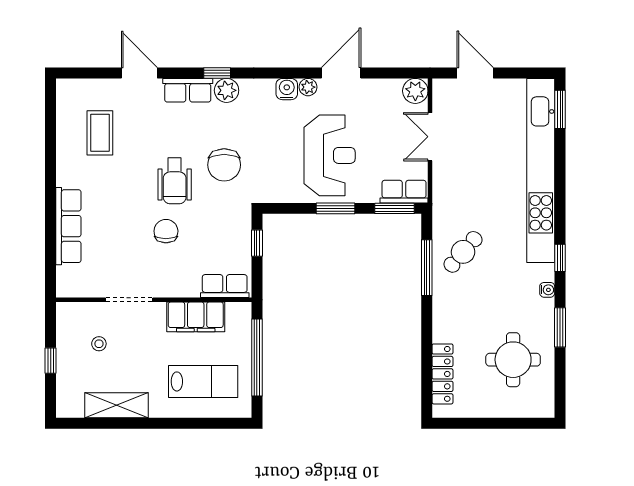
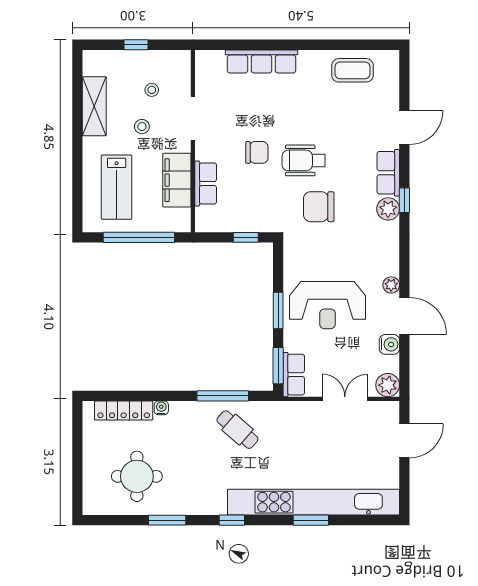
water cooler: (287, 89) -> (389, 344), moved
window: (560, 109) -> (311, 520), moved
coffee table: (100, 133) -> (353, 70), moved
row of seats: (225, 286) -> (206, 183), moved
water cooler: (547, 290) -> (161, 408), moved, turned 180
stool: (138, 354) -> (142, 127), added

